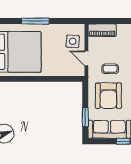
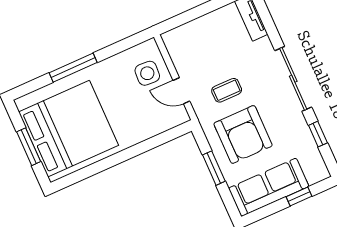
piano: (102, 30) -> (186, 34), removed
window: (85, 117) -> (214, 168), moved

